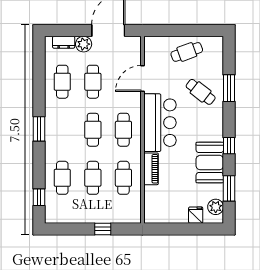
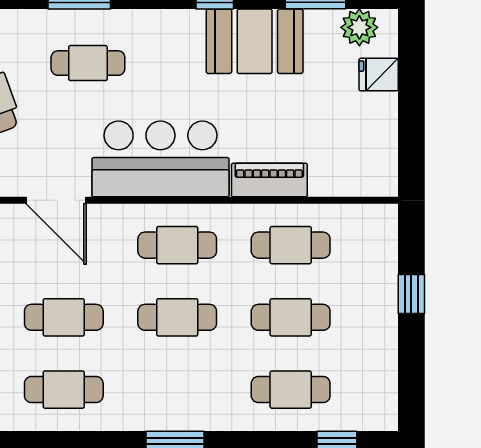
cafe table: (201, 92) -> (88, 63), turned 52

